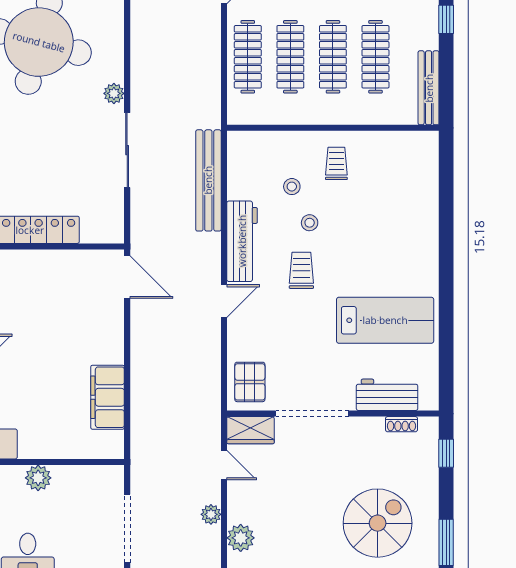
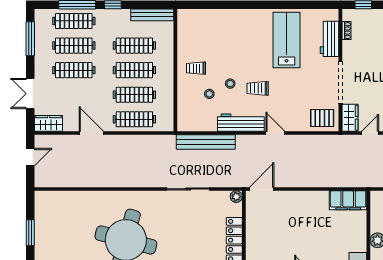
plant: (114, 93) -> (236, 197), moved
filing cabinet: (108, 397) -> (348, 200), moved

